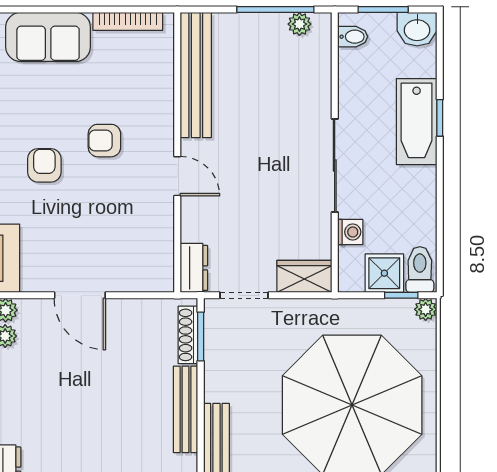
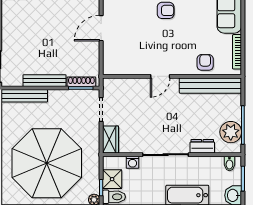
plant: (299, 24) -> (231, 132), width x1.87, depth x1.87
armchair: (104, 141) -> (205, 62), moved
dresser: (194, 268) -> (202, 146), moved, turned 180

